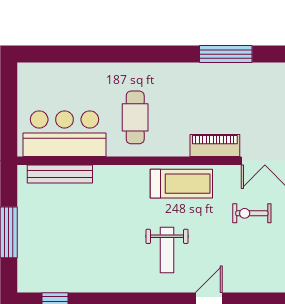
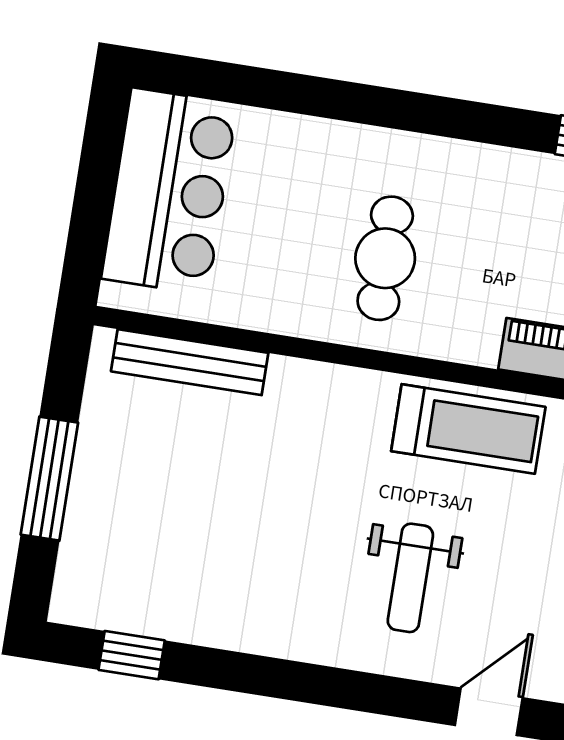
bar counter: (64, 134) -> (169, 191), moved, turned 90

